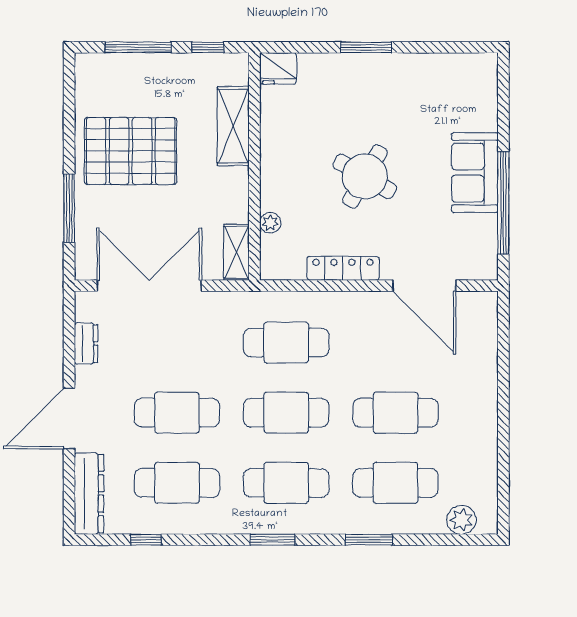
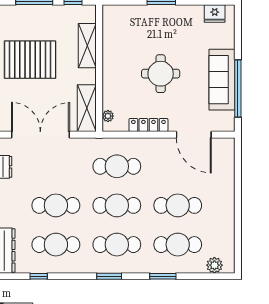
fridge: (278, 68) -> (215, 13), moved
sofa: (475, 173) -> (222, 80), width x1.36
round table: (365, 176) -> (161, 74), turned -30
plant: (270, 223) -> (108, 116), moved
shelving: (237, 252) -> (87, 108), width x1.50, depth x1.33

